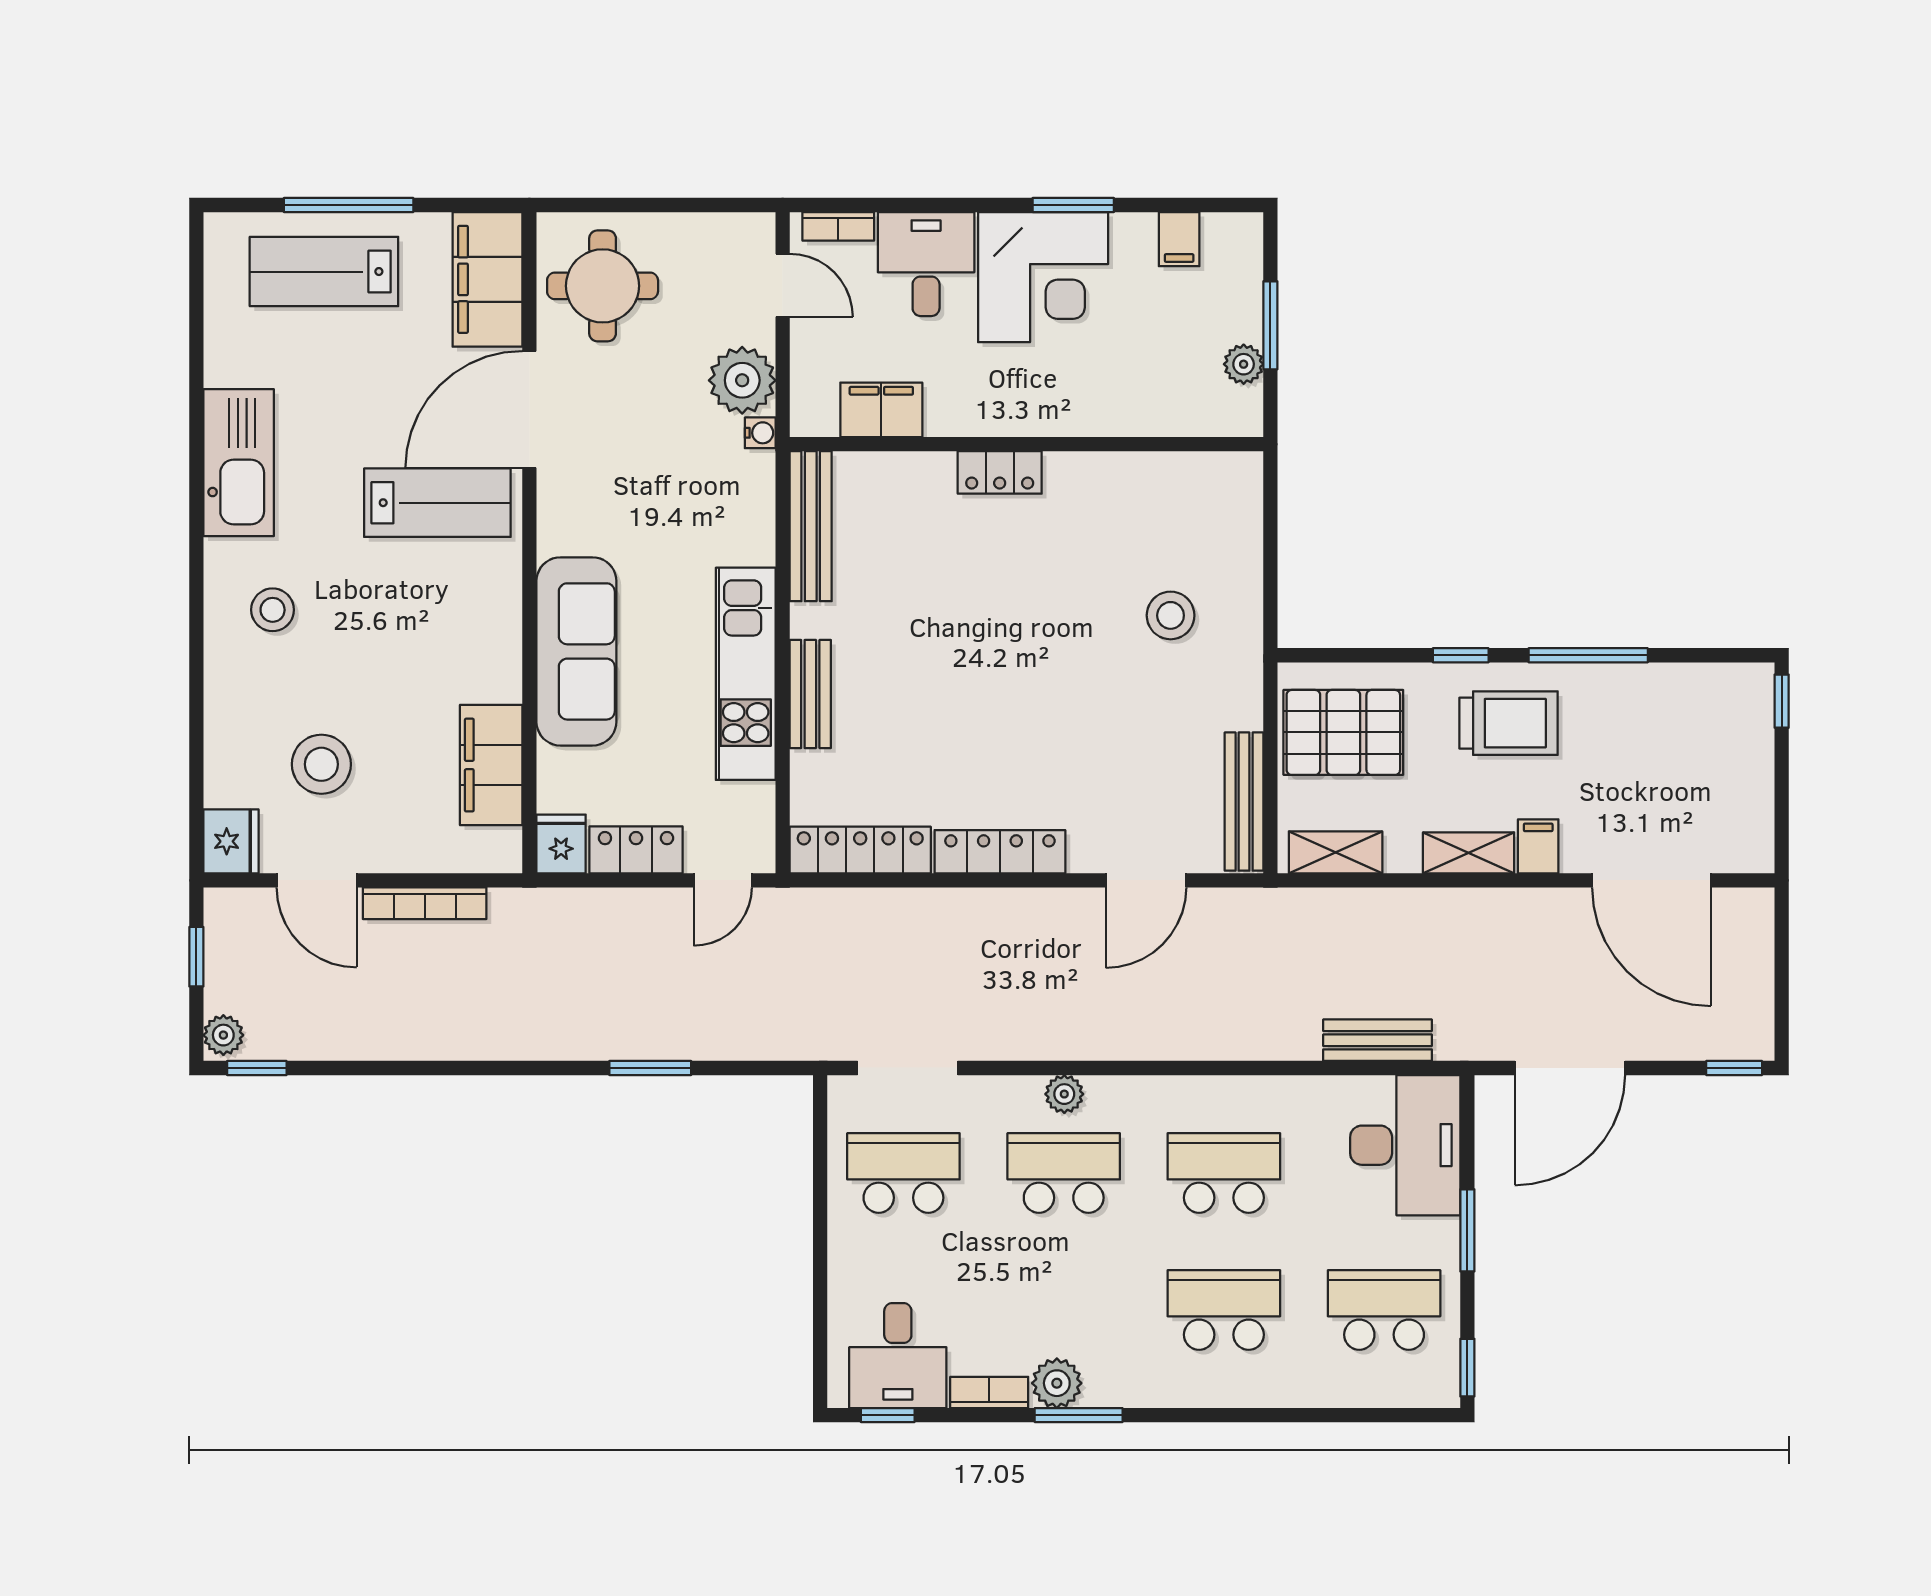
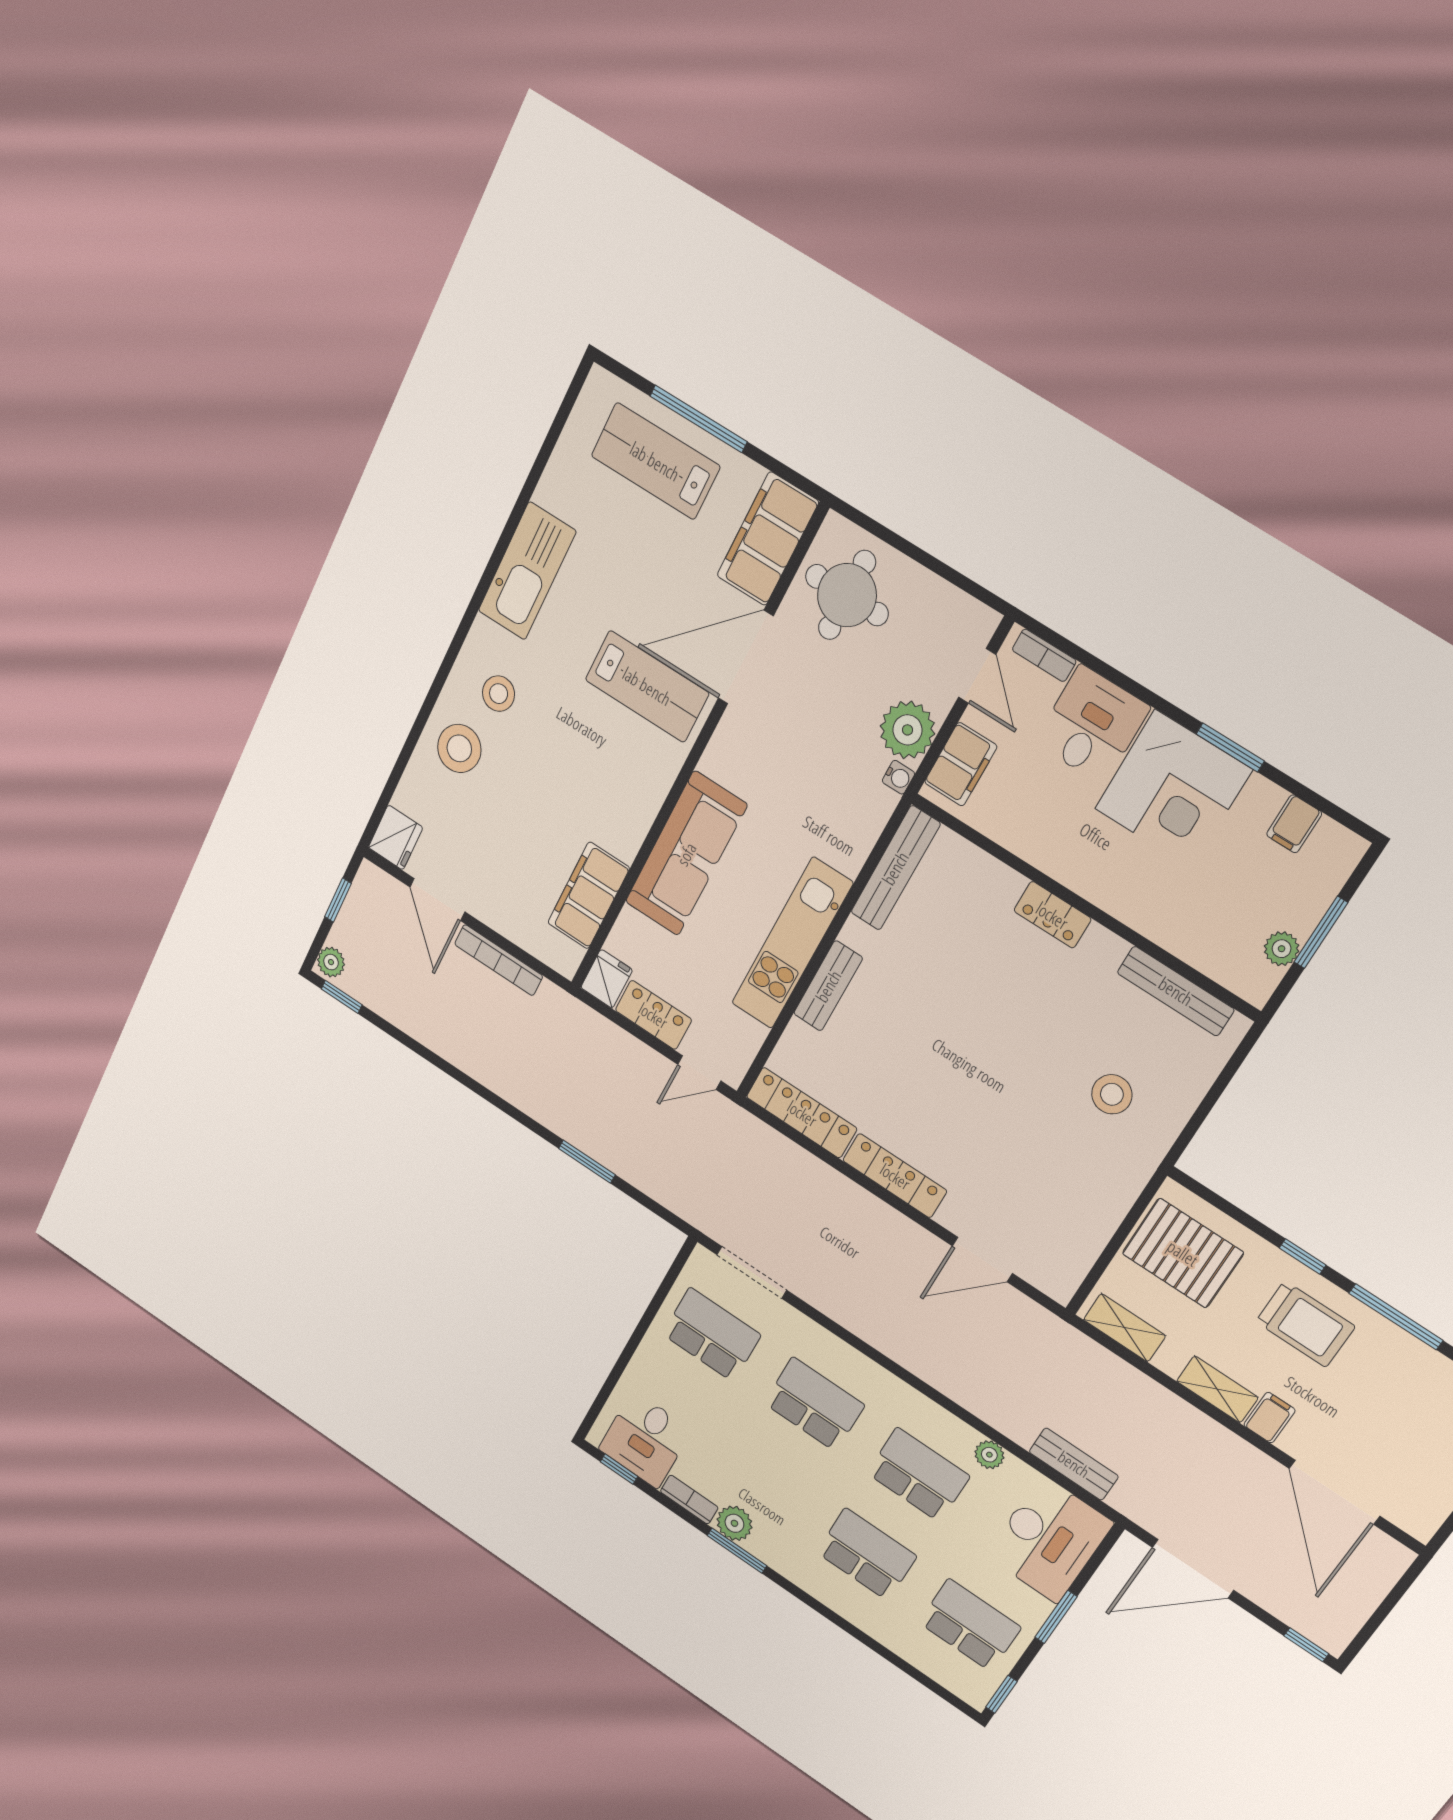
filing cabinet: (881, 410) -> (961, 764), moved, turned 90
stool: (321, 764) -> (459, 748), moved
bench: (1244, 802) -> (1176, 991), moved, turned 90
plant: (1064, 1094) -> (989, 1455), moved

